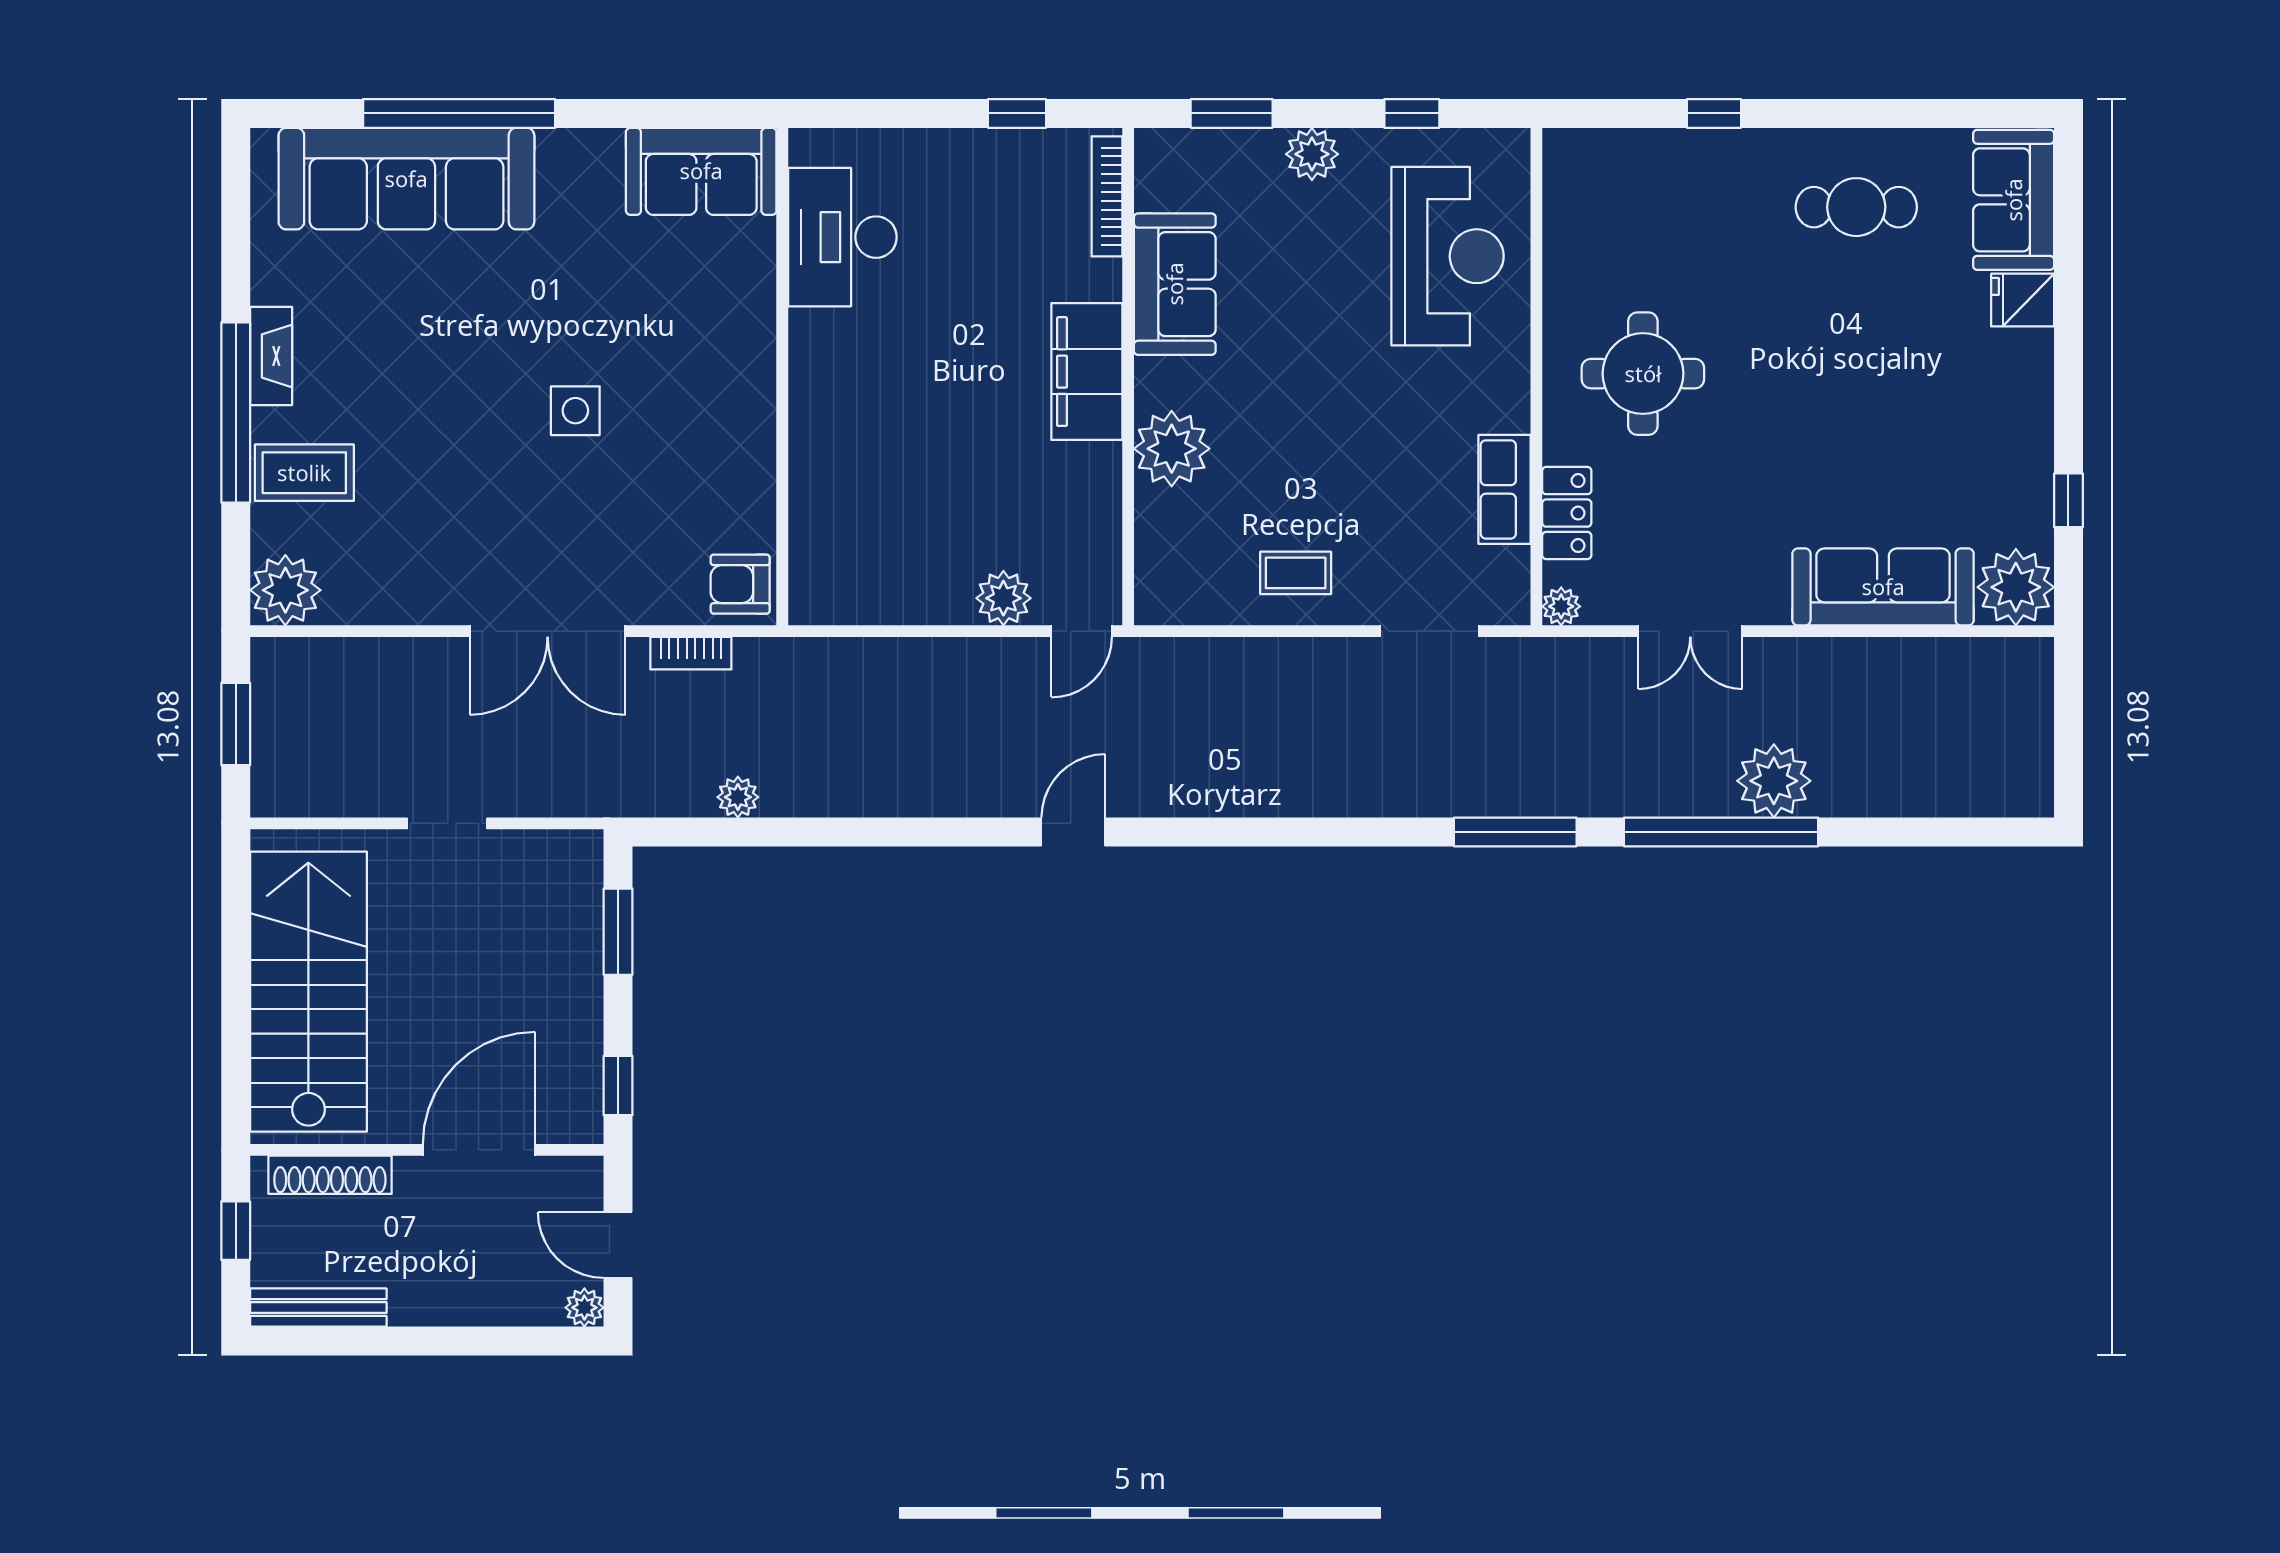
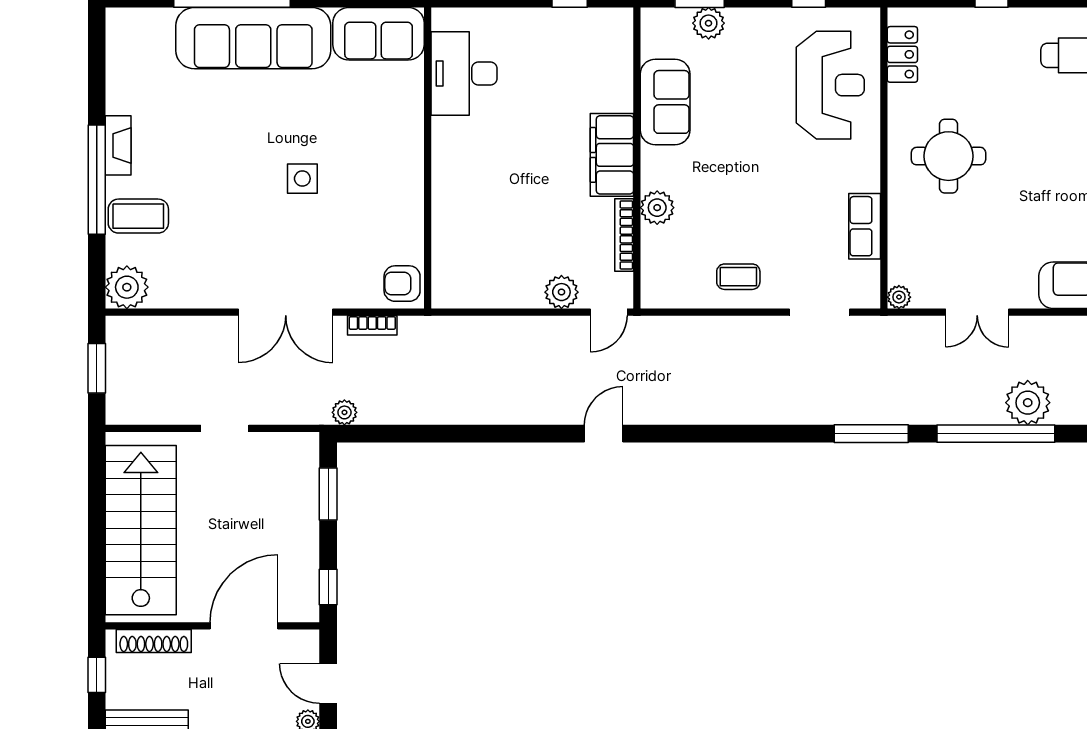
plant: (1312, 154) -> (709, 23), moved
sofa: (406, 179) -> (253, 38), moved
bookcase: (1107, 196) -> (624, 235), moved
plant: (1172, 449) -> (657, 208), width x0.73, depth x0.73
locker: (1567, 513) -> (902, 54), moved
plant: (738, 797) -> (344, 412), moved

